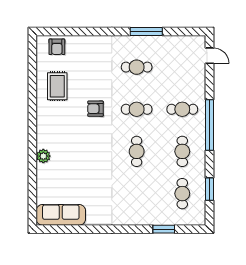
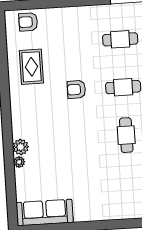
armchair: (57, 47) -> (28, 22), turned 90
plant: (41, 169) -> (19, 162), added

